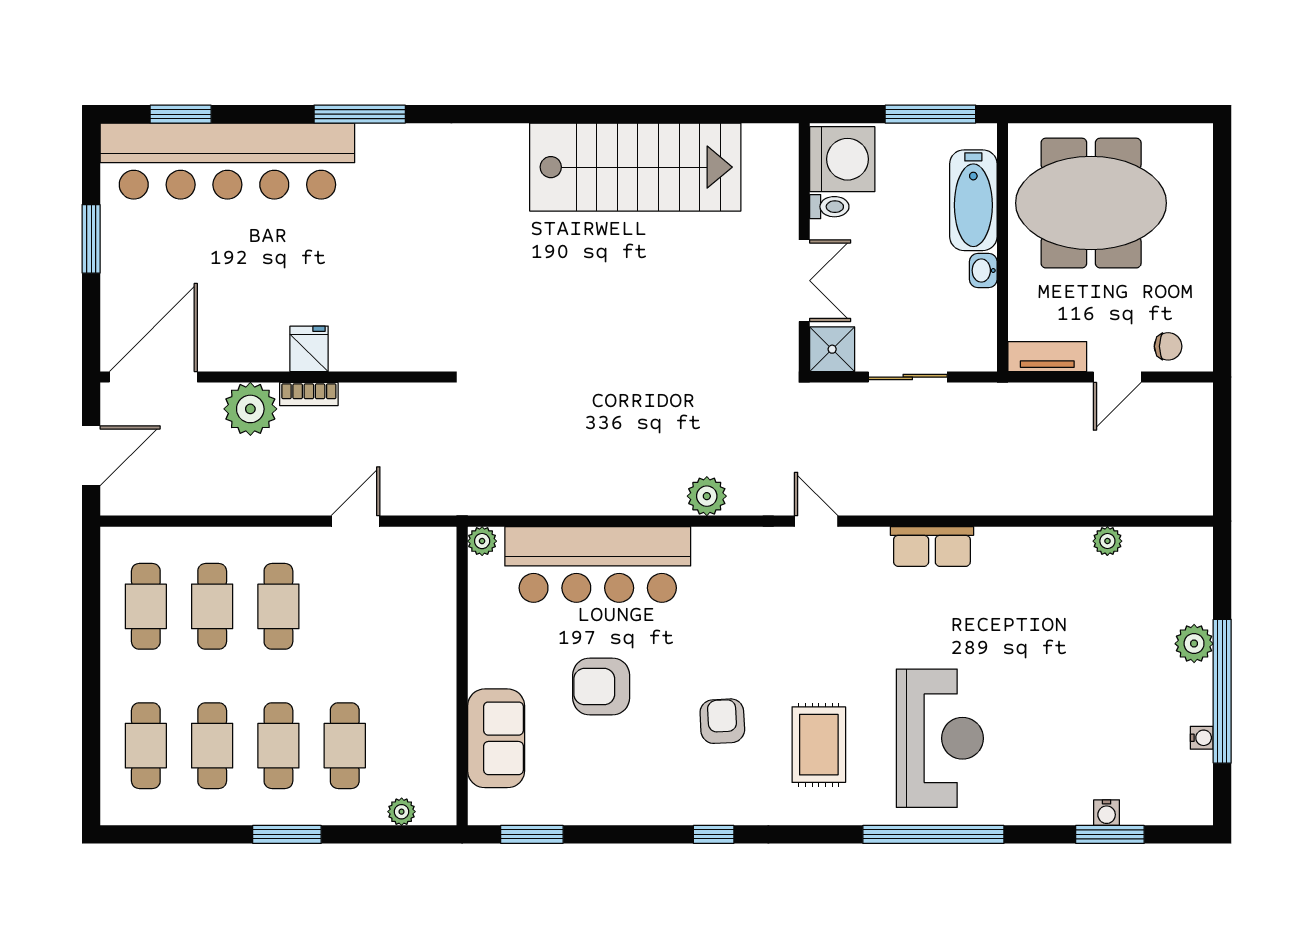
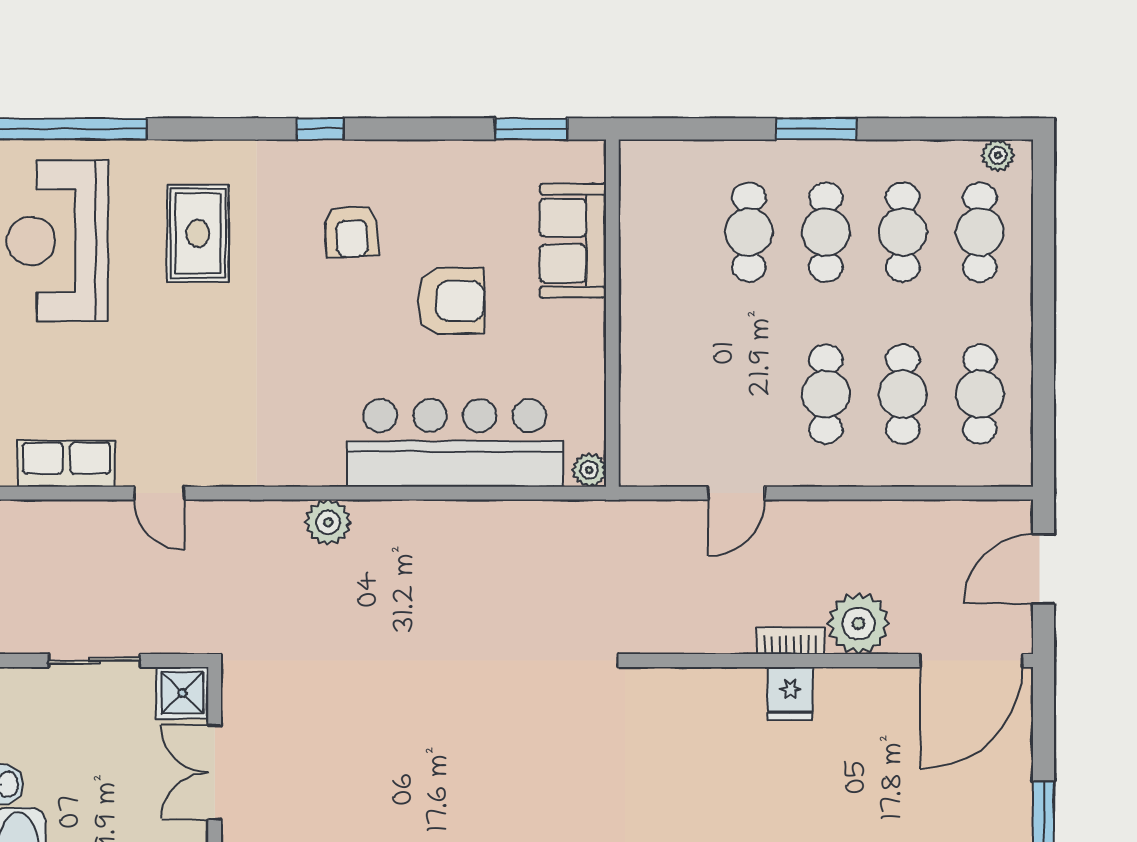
door: (816, 521) -> (159, 493), moved
armchair: (722, 721) -> (351, 231), moved
plant: (402, 812) -> (998, 155), moved

